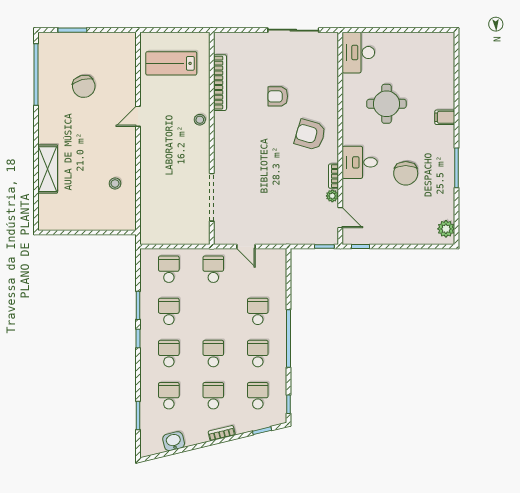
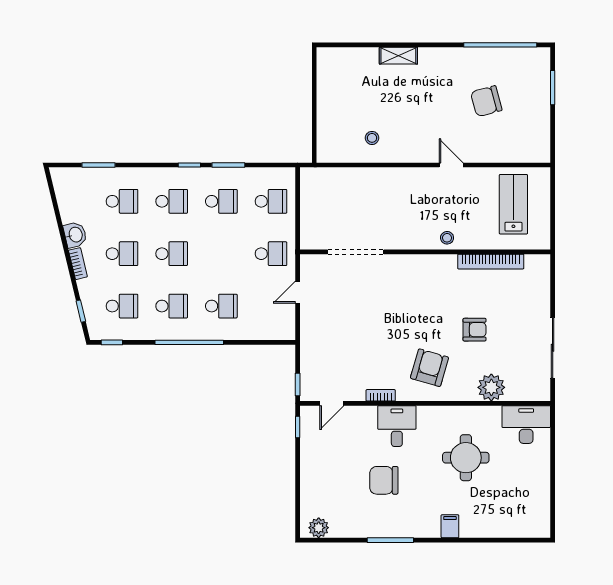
armchair: (278, 96) -> (474, 330), turned 90
shelving: (48, 169) -> (398, 56), width x0.67, depth x0.75
plant: (332, 196) -> (491, 387), moved, width x1.88, depth x1.88
washbasin: (174, 441) -> (75, 235), moved

